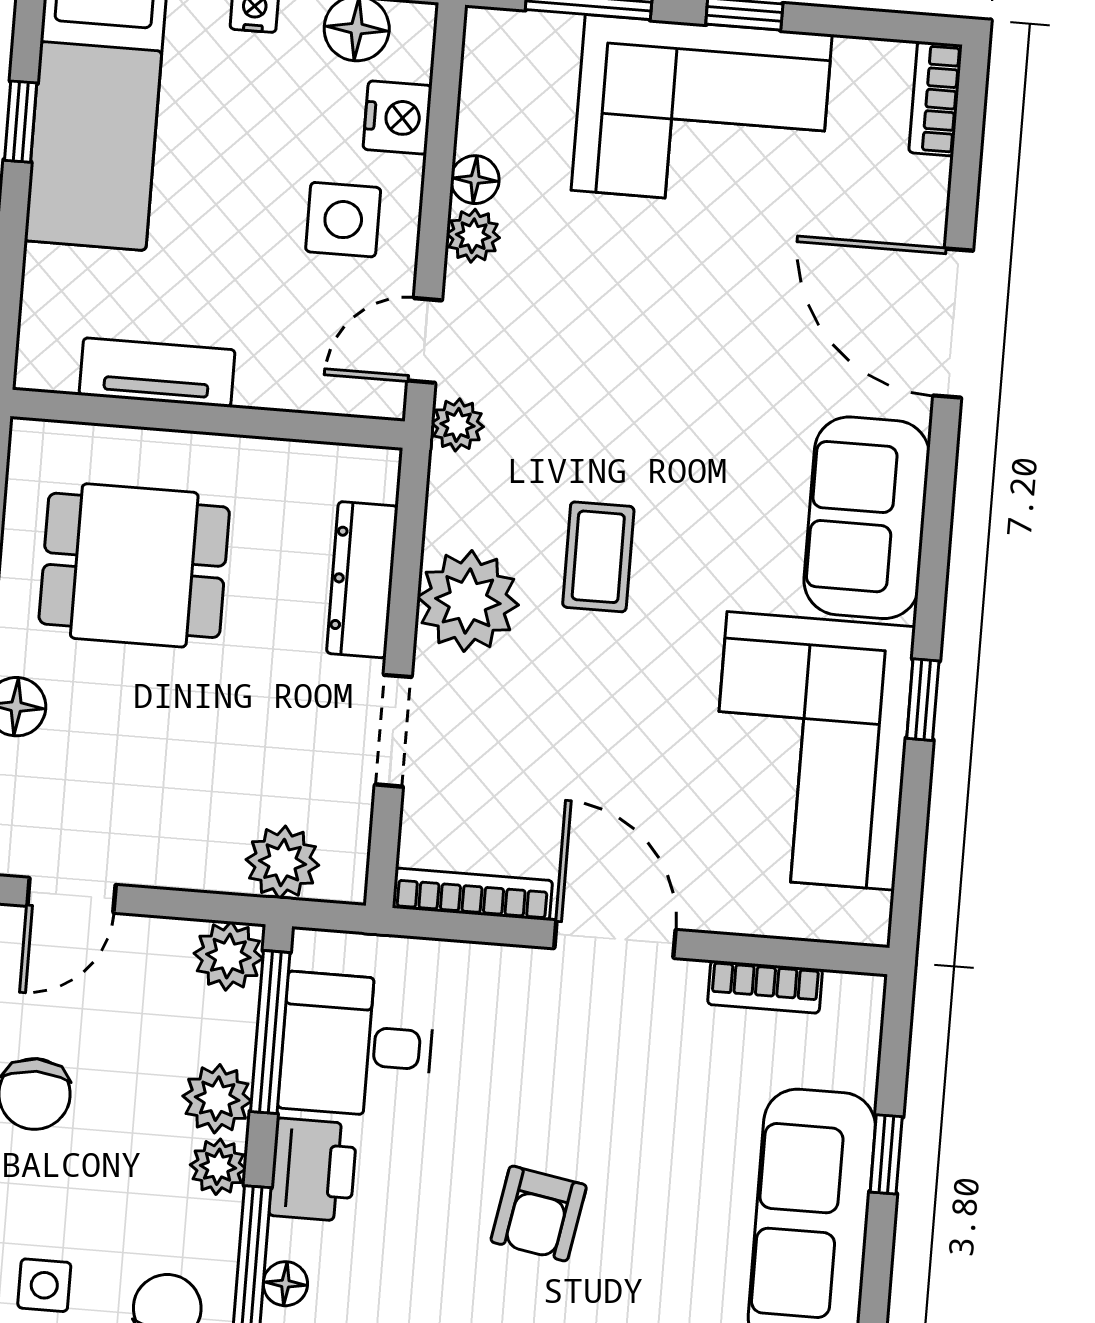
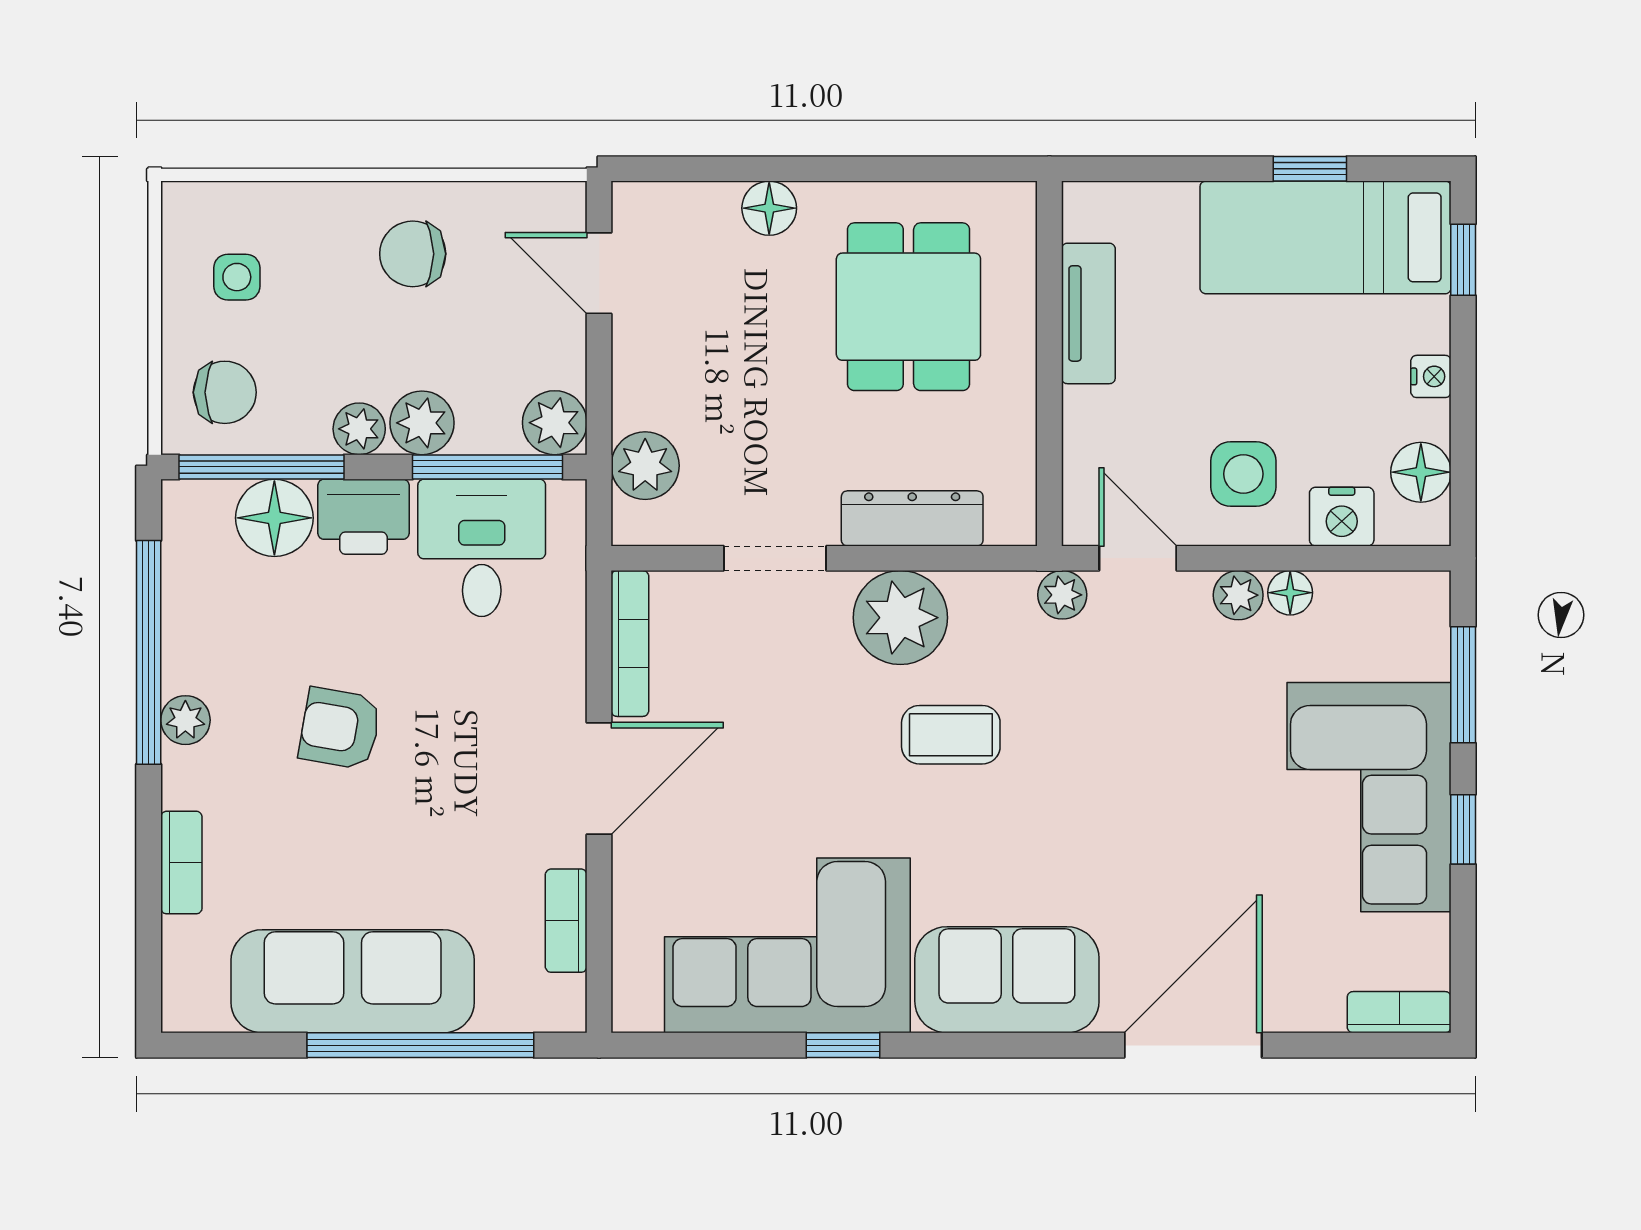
window: (886, 1154) -> (420, 1045), width x3.17
floor lamp: (285, 1284) -> (274, 518), width x1.89, depth x1.89

